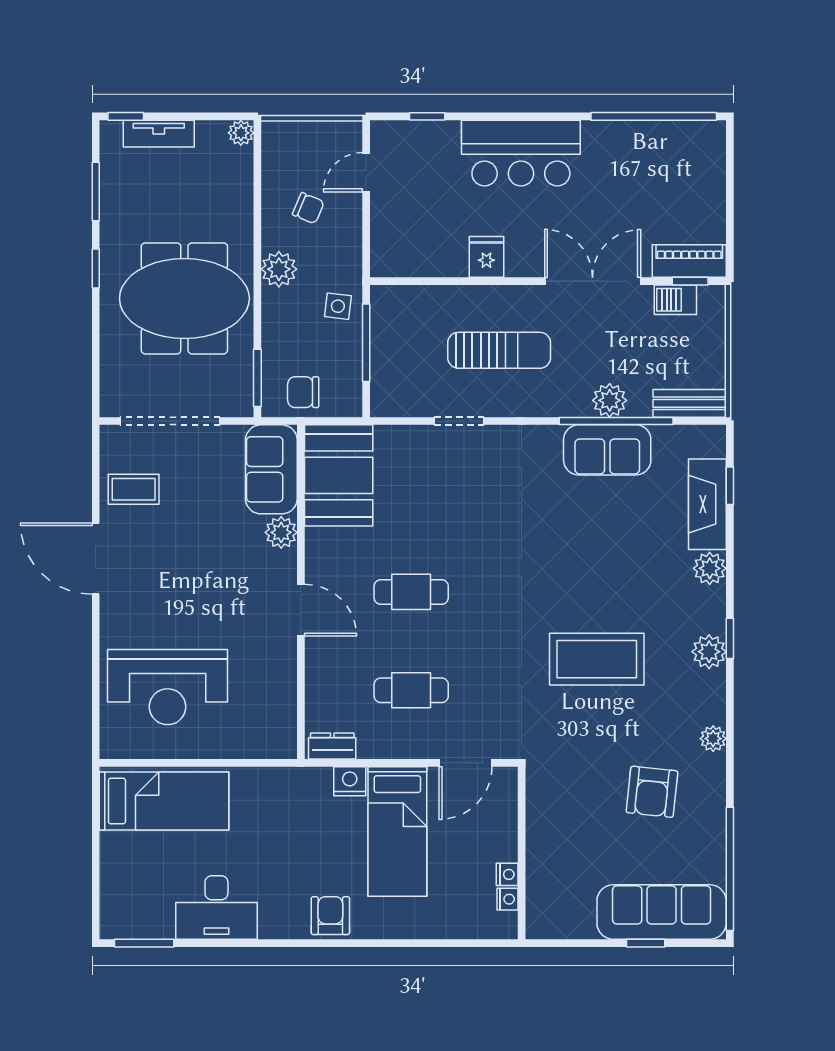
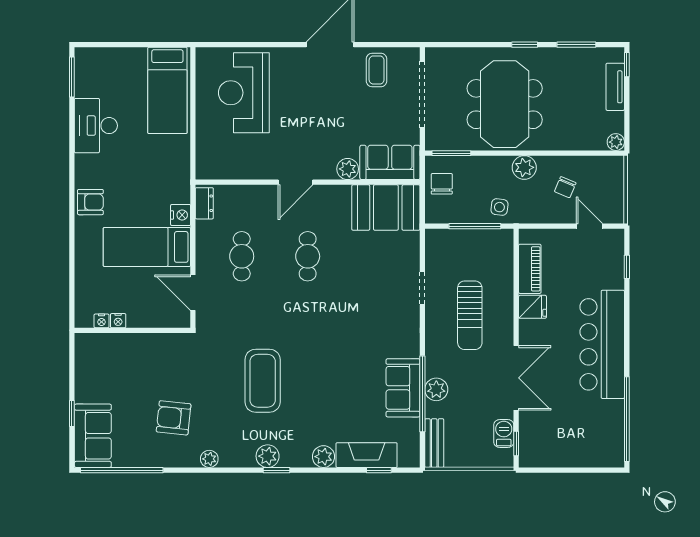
bar counter: (521, 153) -> (602, 344), width x1.36
piano: (689, 261) -> (530, 269), moved
sofa: (662, 912) -> (93, 436), width x0.73

